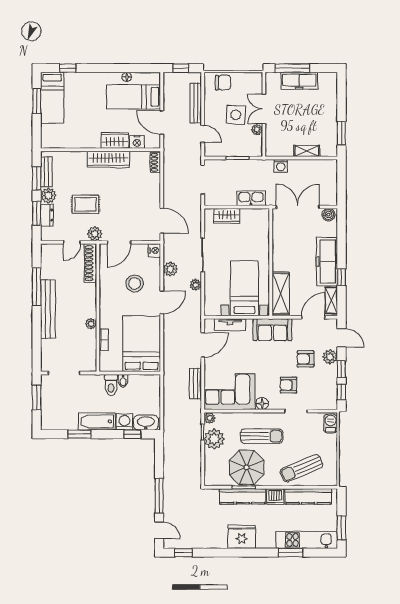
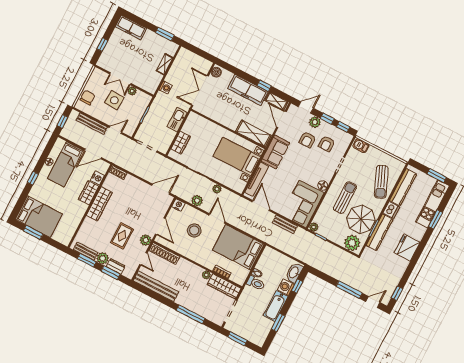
window: (68, 68) -> (33, 178), moved
window: (292, 68) -> (102, 45), width x0.46
freezer: (299, 81) -> (131, 28), moved, turned 90
bed: (52, 98) -> (39, 217), width x1.50
window: (37, 287) -> (191, 314), moved
bench: (48, 309) -> (156, 286), moved
tv unit: (230, 325) -> (257, 179), width x1.41
wardrobe: (89, 351) -> (224, 286), added
armchair: (288, 385) -> (327, 144), moved
plant: (214, 439) -> (352, 243), moved

